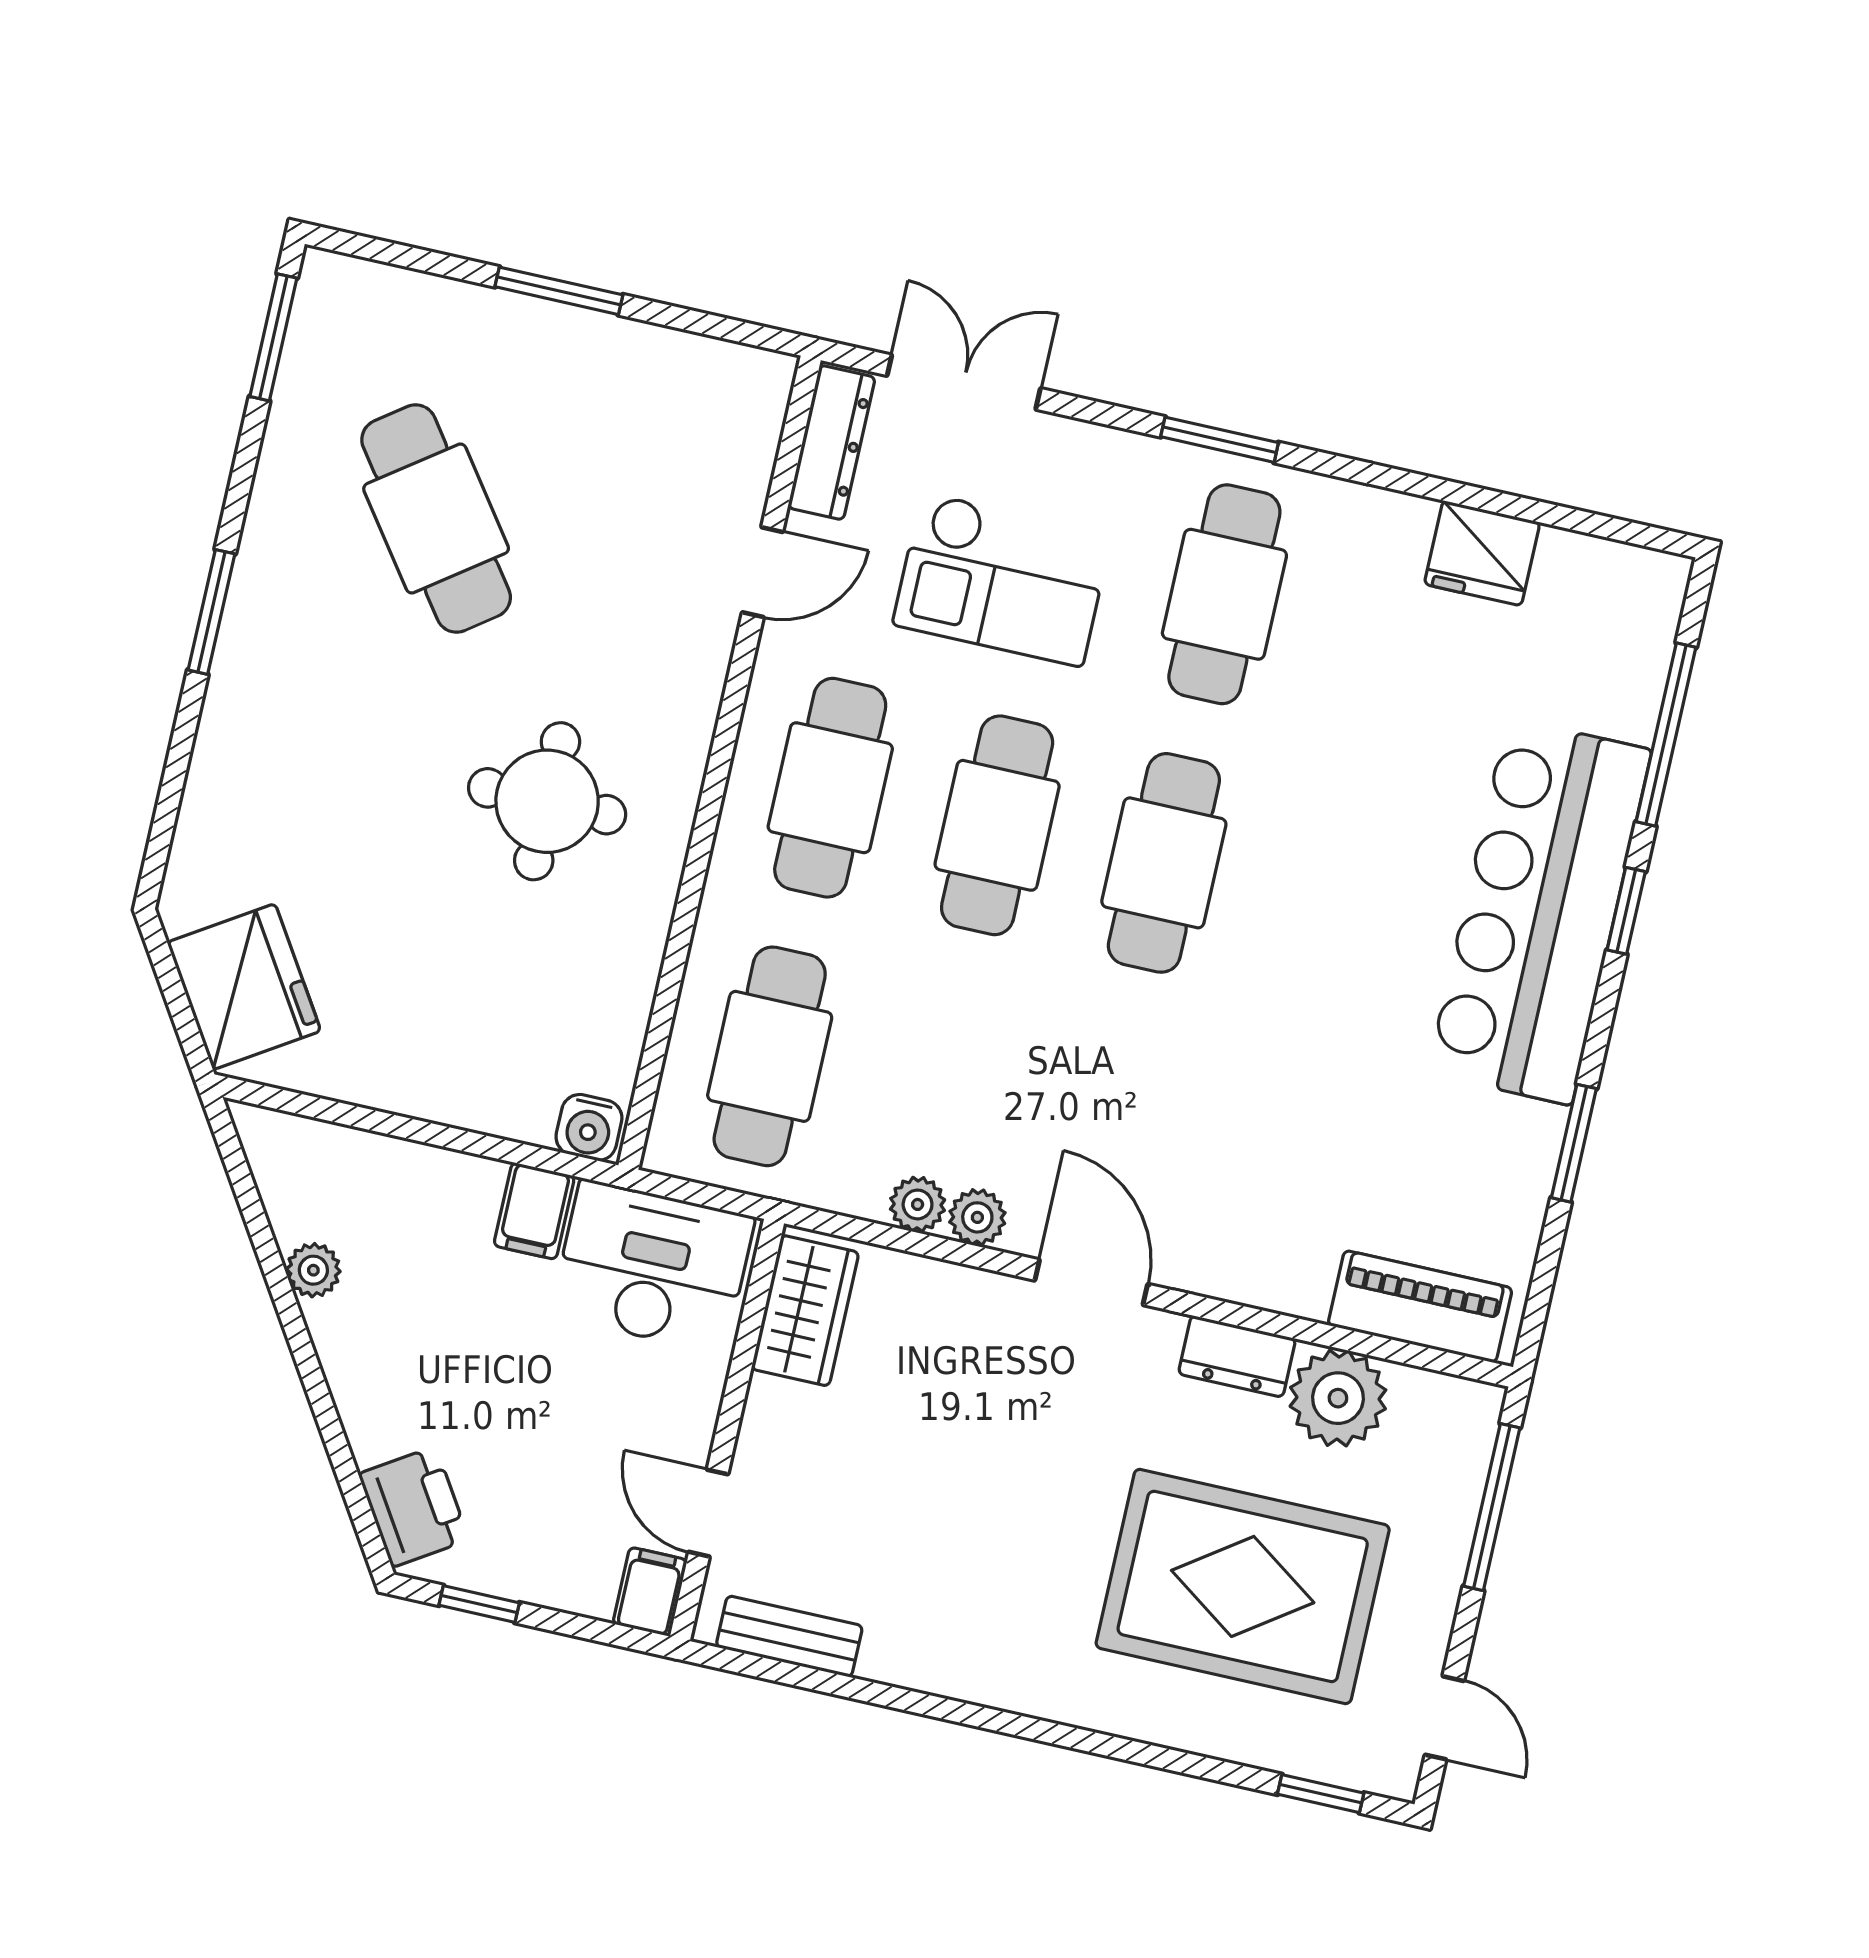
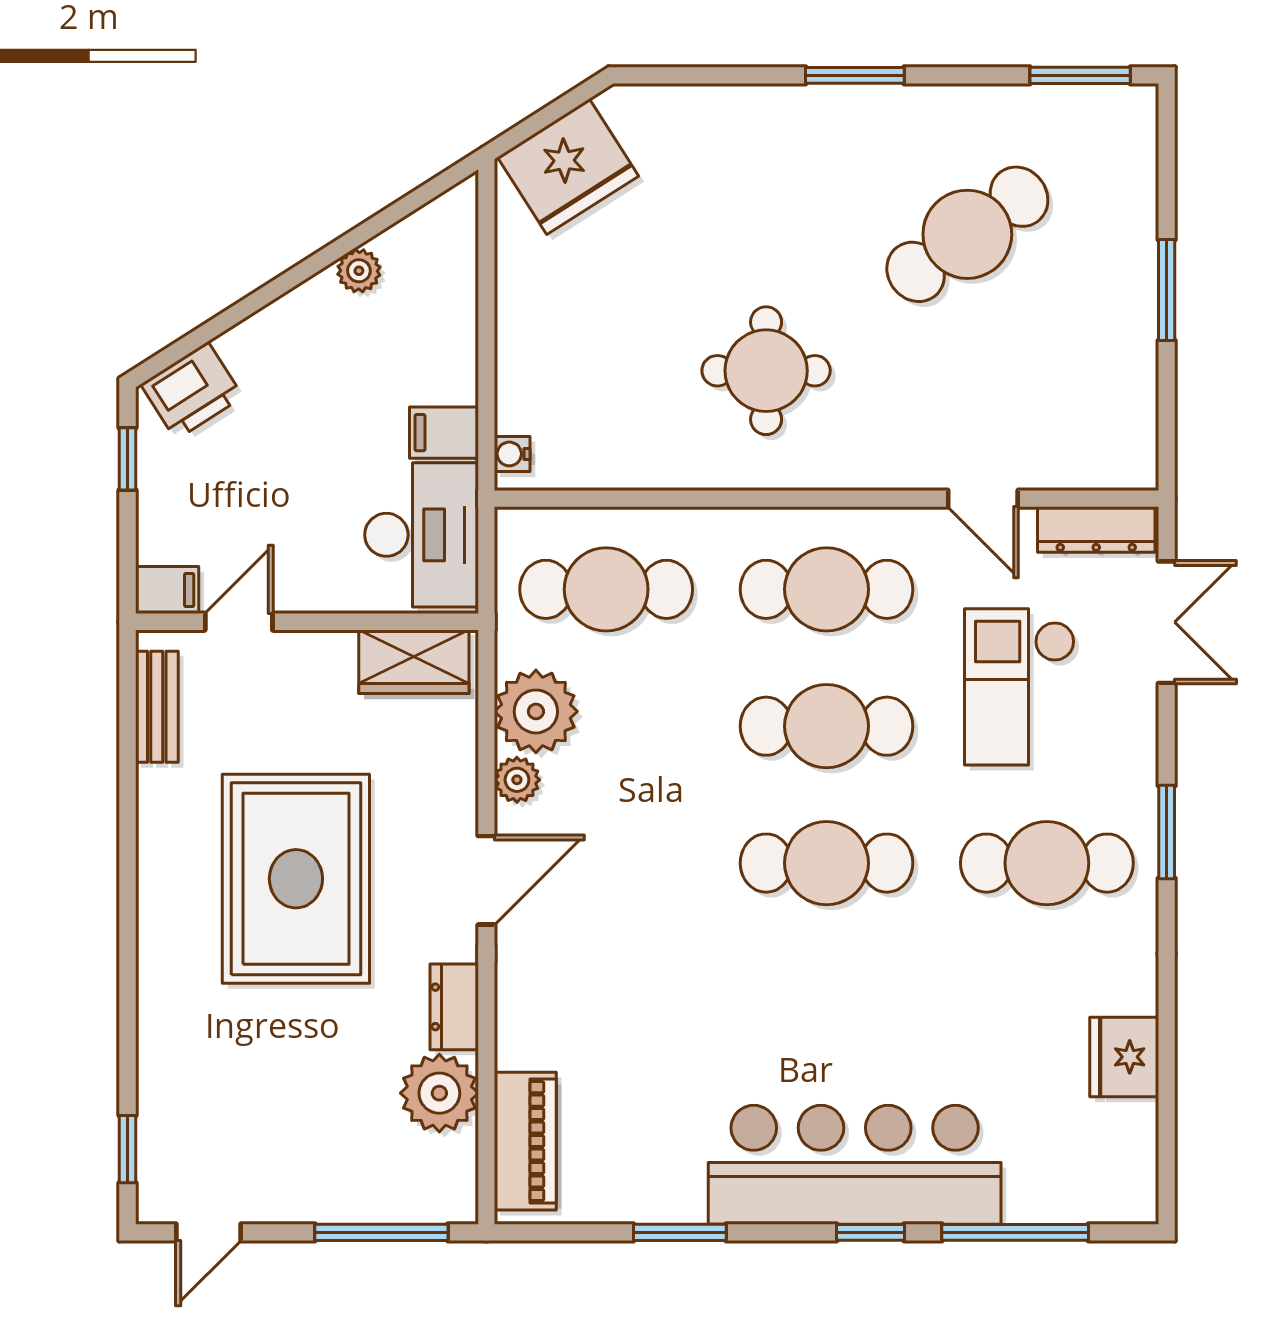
water cooler: (589, 1127) -> (512, 454), width x0.72, depth x0.72
plant: (918, 1204) -> (536, 711), width x1.88, depth x1.88
rug: (1243, 1586) -> (296, 879), moved

